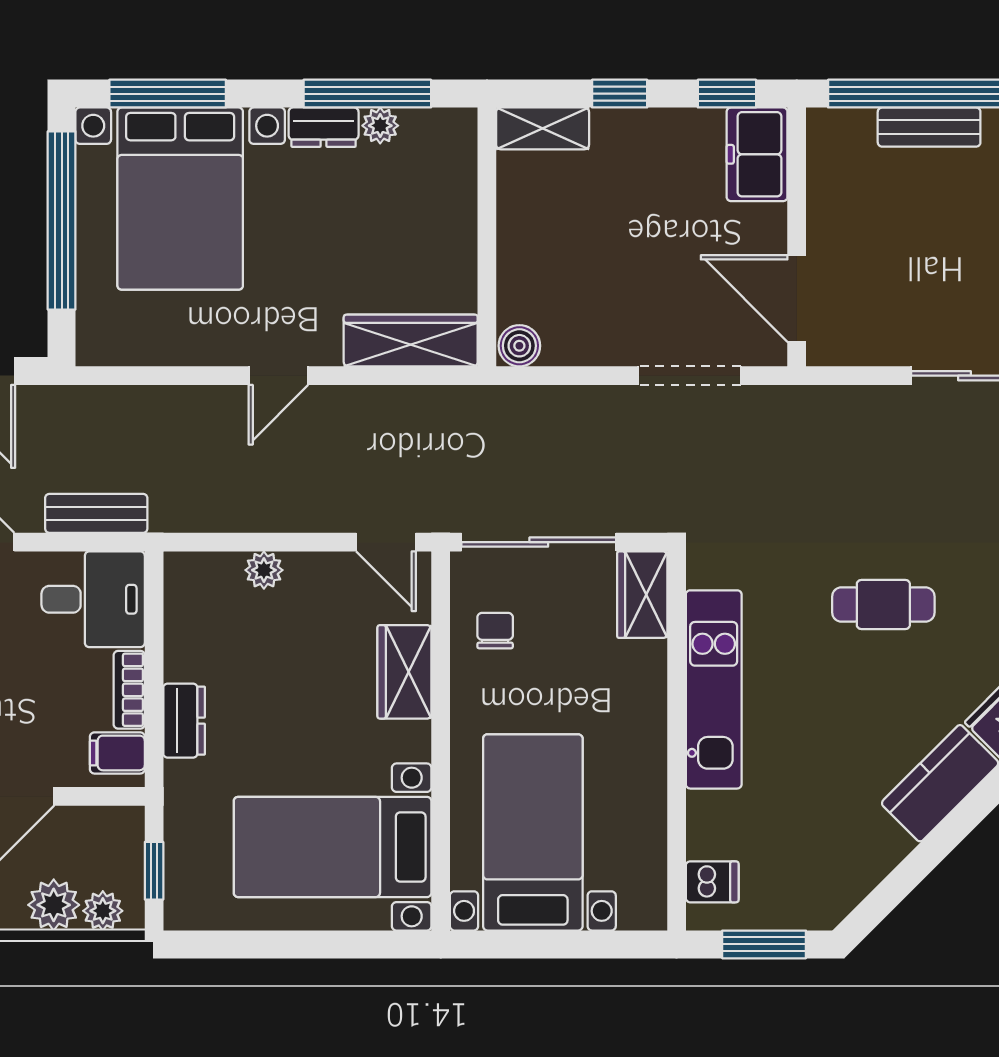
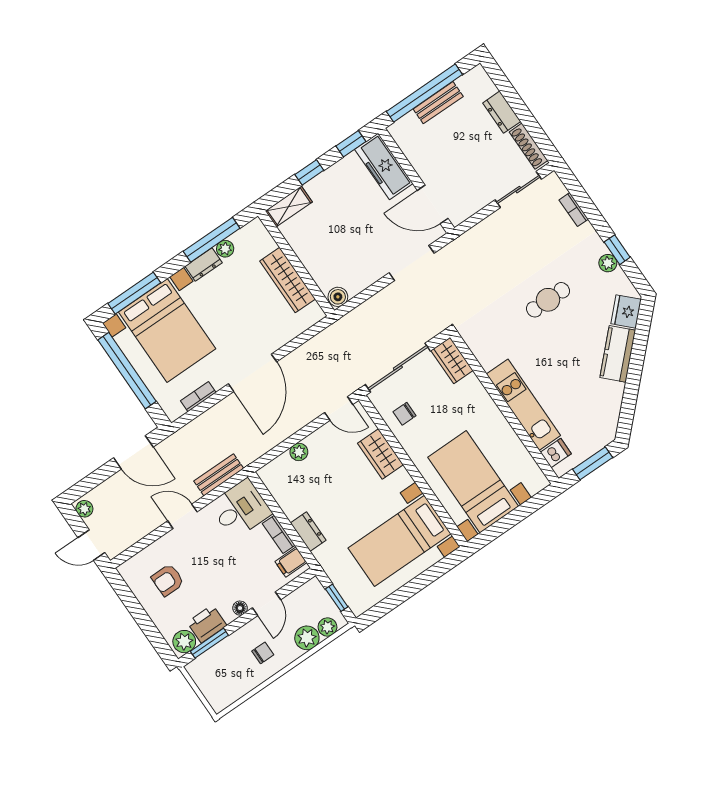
freezer: (757, 154) -> (384, 166), width x1.40
wardrobe: (411, 341) -> (288, 280), moved, turned -90
bookcase: (155, 352) -> (198, 397), added
door: (278, 376) -> (253, 373), width x1.87
chair: (495, 631) -> (405, 414), turned -90
kitchen unit: (714, 689) -> (523, 405), moved

